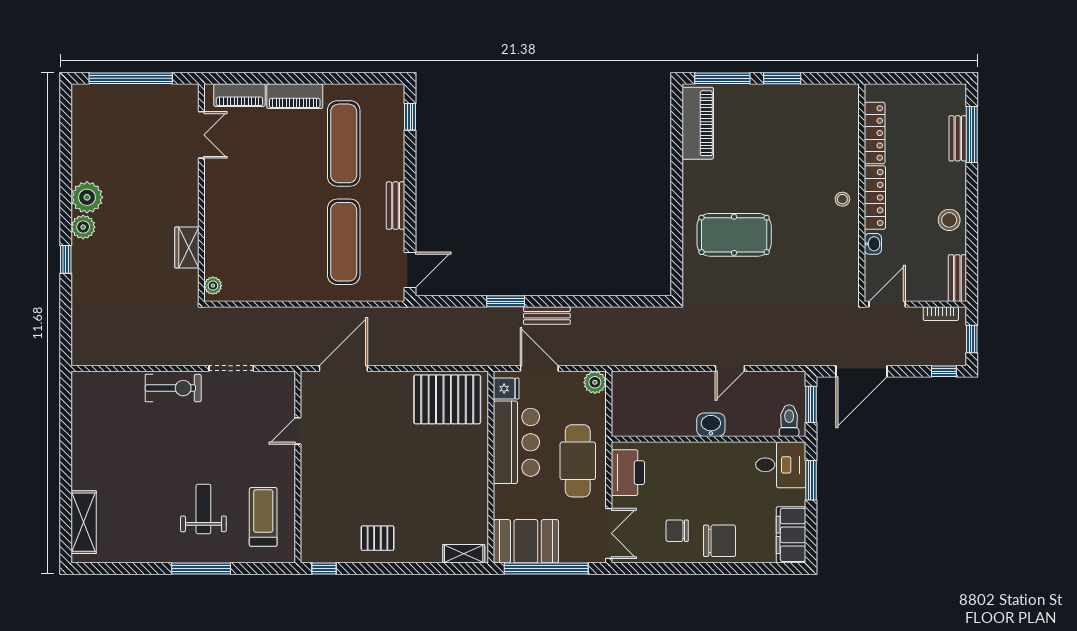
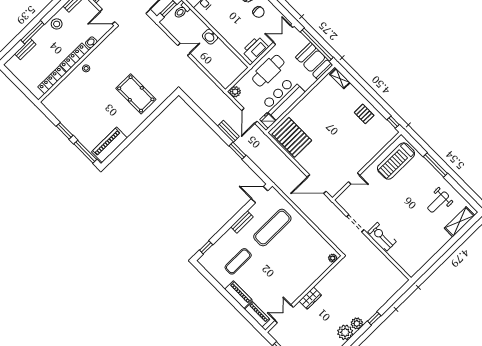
window: (972, 135) -> (33, 32), moved
exercise mat: (344, 143) -> (238, 261), width x0.73, depth x0.69
wardrobe: (187, 247) -> (310, 298), moved
weight bench: (203, 509) -> (438, 202), moved
treadmill: (263, 517) -> (396, 161), width x1.37, depth x1.38

